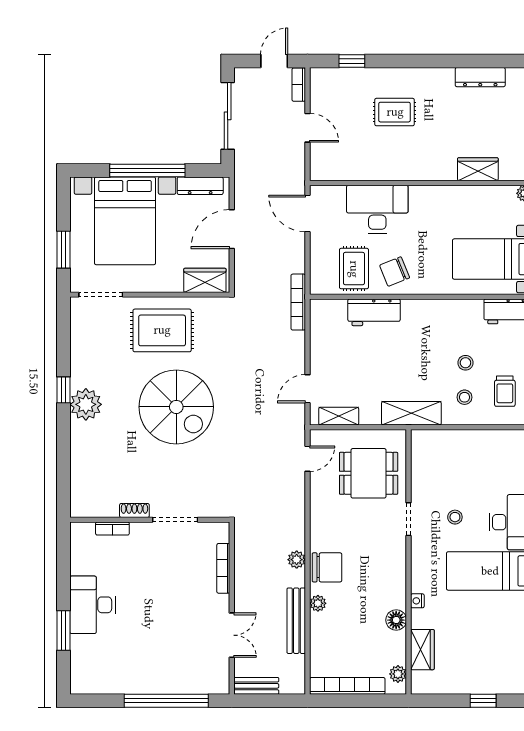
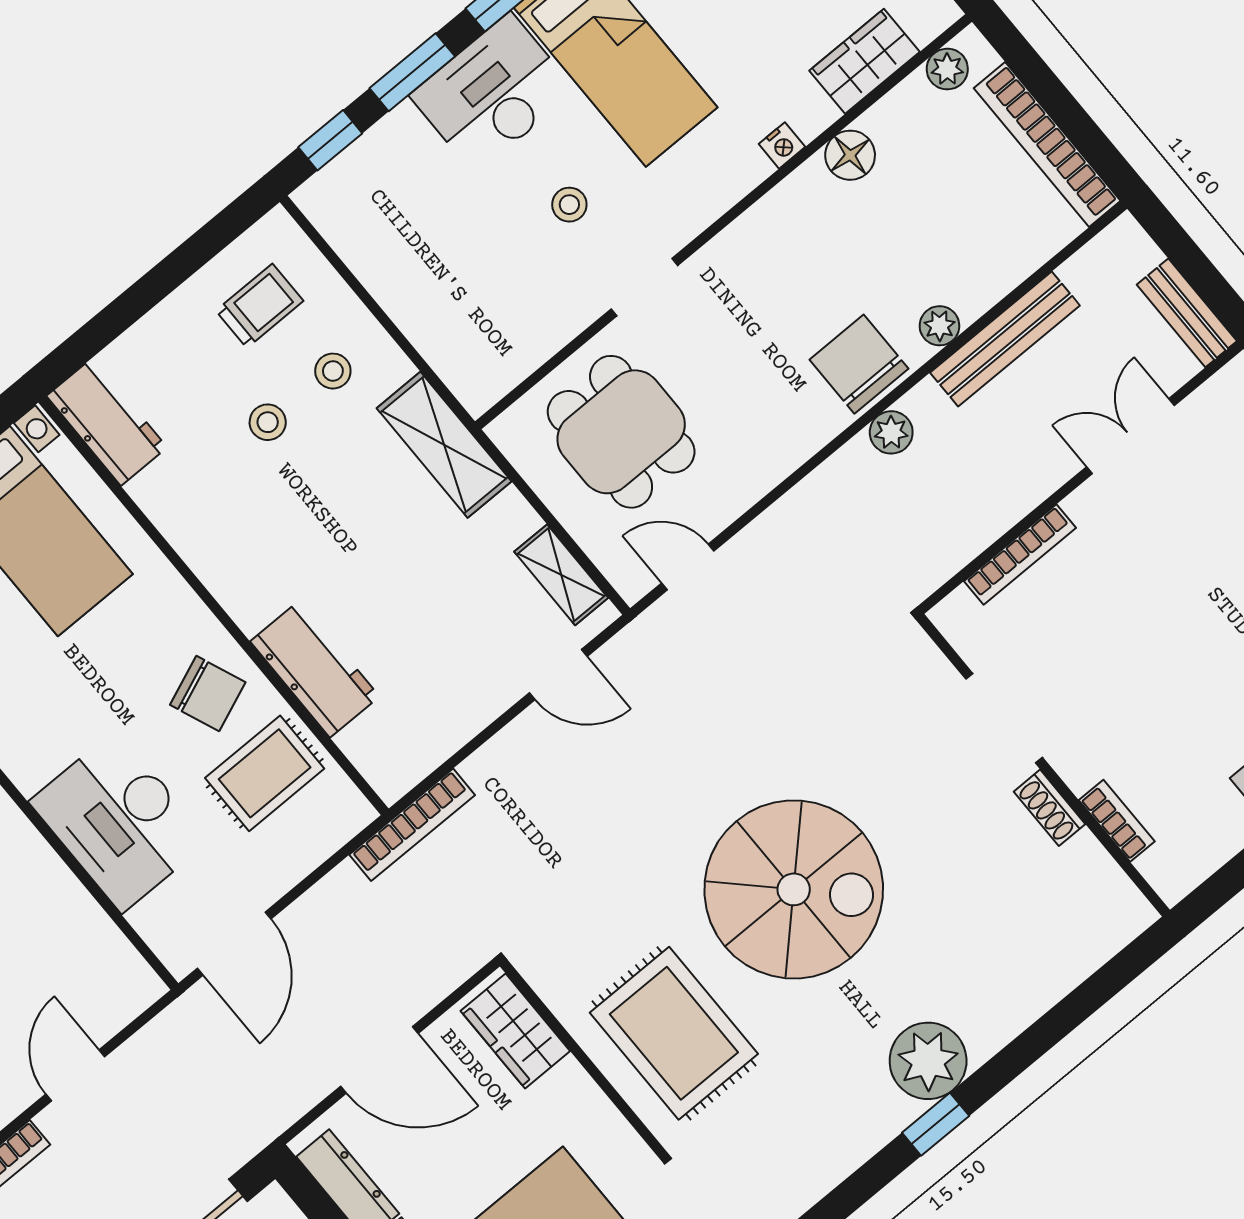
spiral stairs: (176, 407) -> (794, 889), turned 90

